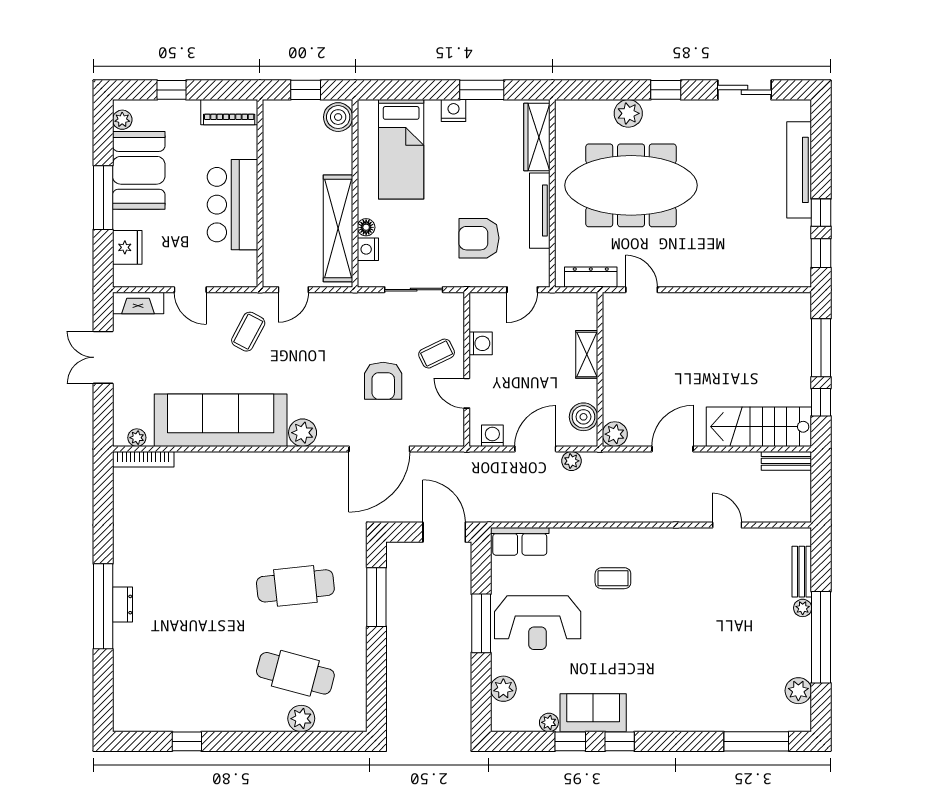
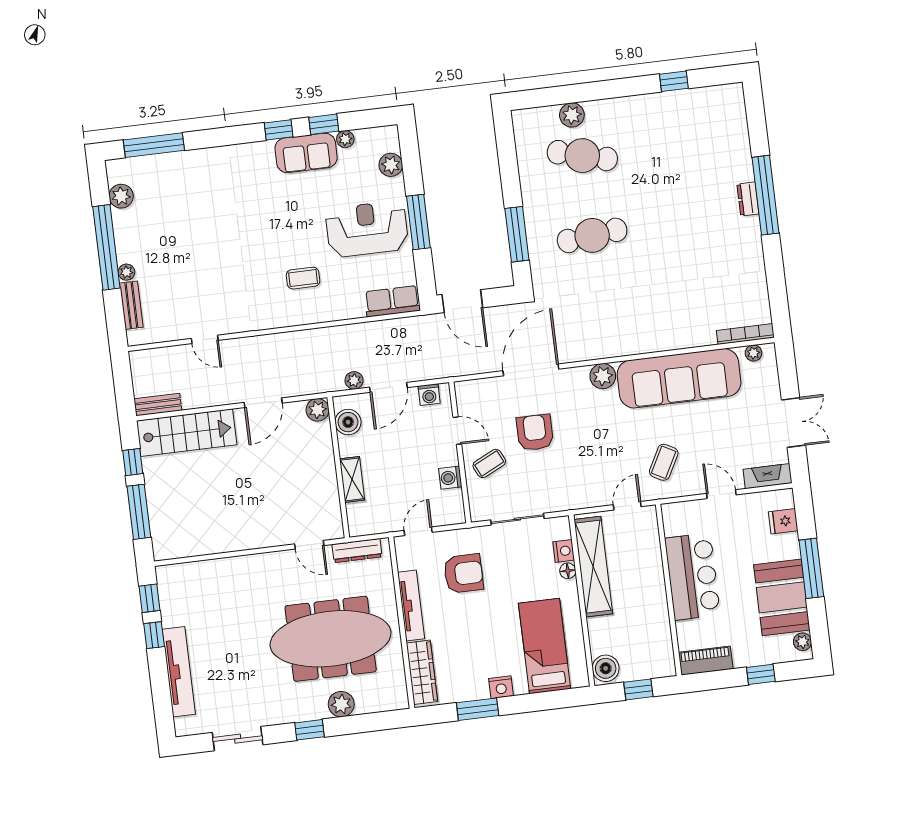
fridge: (127, 247) -> (783, 521), width x0.72

